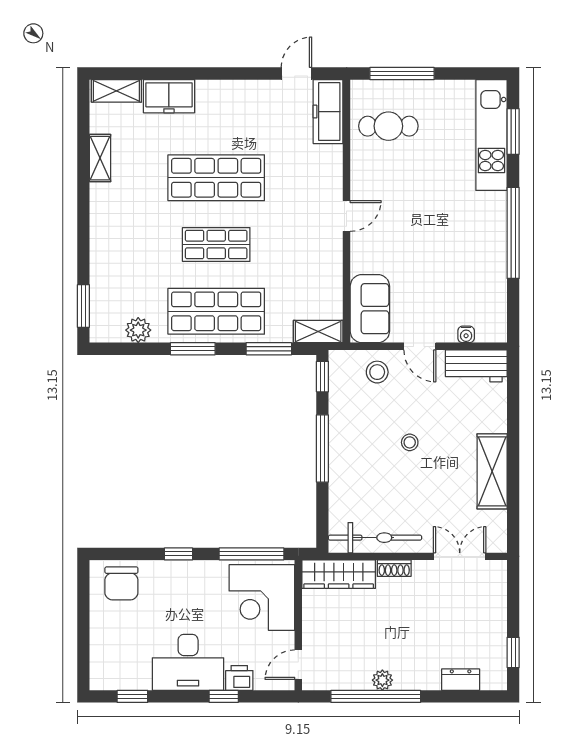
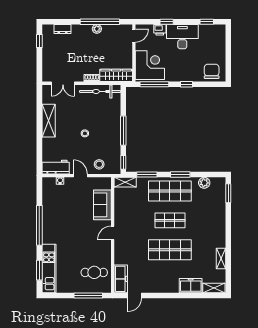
sofa: (370, 309) -> (102, 205), moved

